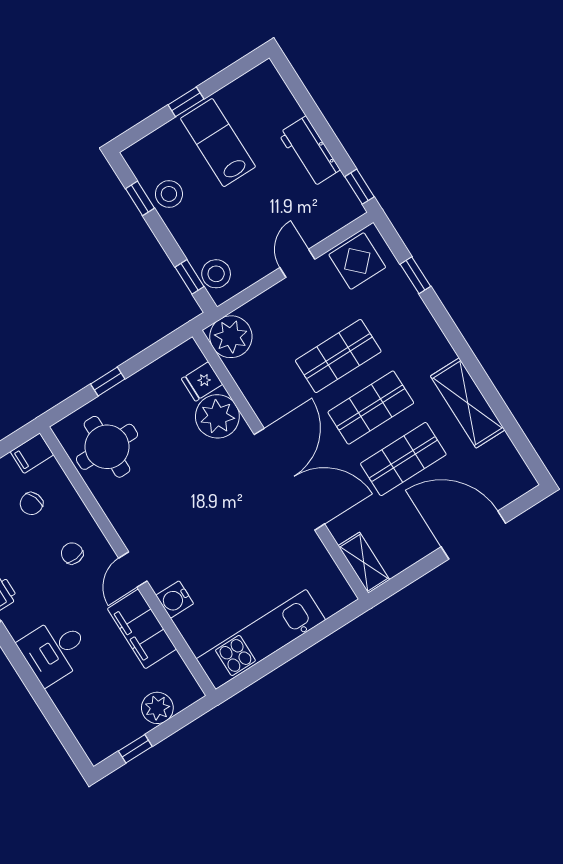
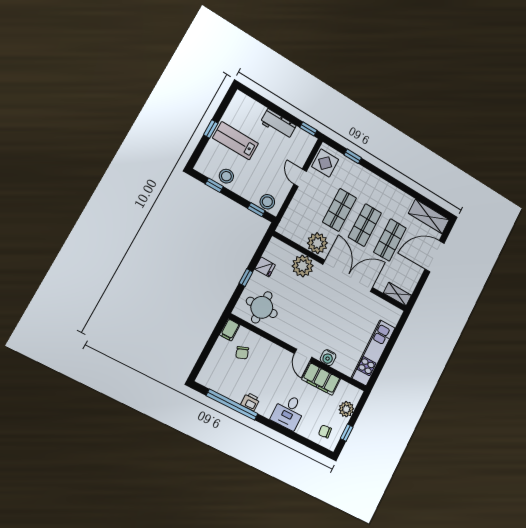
plant: (231, 337) -> (317, 243), moved
fridge: (202, 382) -> (265, 267), moved, turned -90
shelving: (468, 403) -> (429, 217), moved
chair: (72, 553) -> (325, 432), moved

